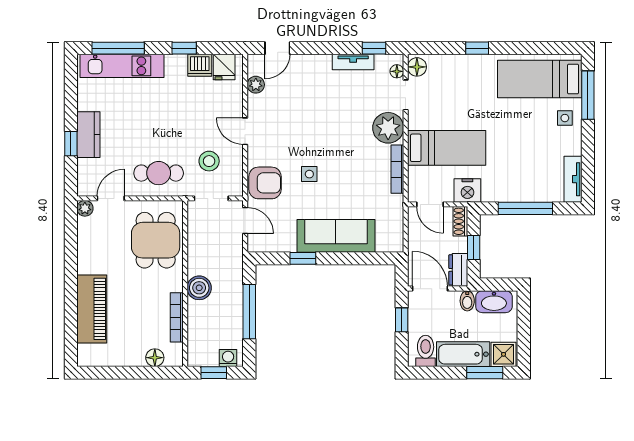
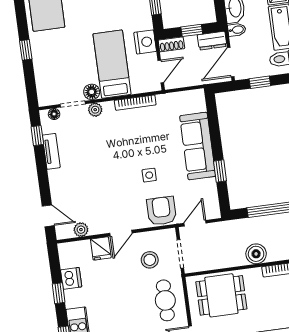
fridge: (224, 67) -> (101, 248), moved, turned 90
floor lamp: (417, 67) -> (92, 92), moved
plant: (388, 128) -> (95, 110), width x0.53, depth x0.53

